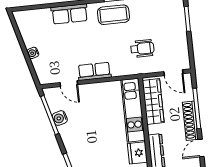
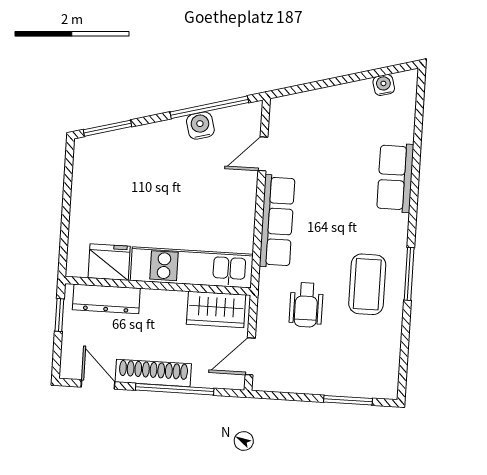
coffee table: (113, 15) -> (367, 284), moved
water cooler: (33, 53) -> (384, 85), moved
row of seats: (94, 71) -> (277, 221), width x1.48
wardrobe: (153, 102) -> (216, 309), width x0.67

